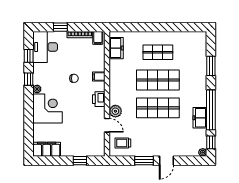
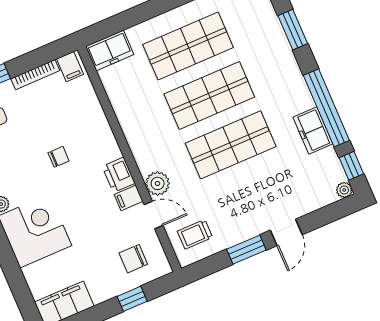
freezer: (116, 48) -> (110, 50), moved, turned 90
shop shelf: (158, 52) -> (188, 46), width x1.43, depth x1.36
filing cabinet: (99, 77) -> (129, 198), moved
chair: (89, 142) -> (133, 259), added

